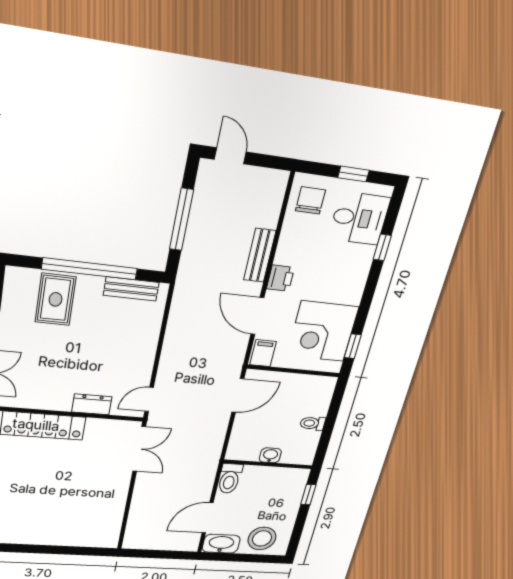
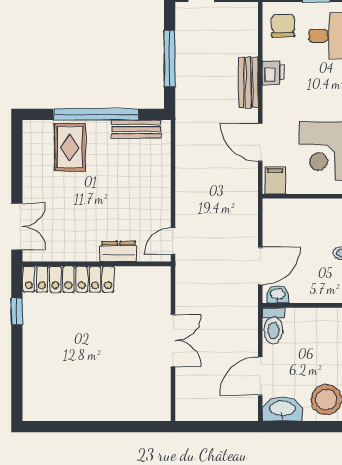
printer: (280, 278) -> (273, 73), moved
door: (238, 395) -> (260, 266), moved
double door: (139, 449) -> (173, 340), moved
washbasin: (270, 455) -> (278, 294), moved

